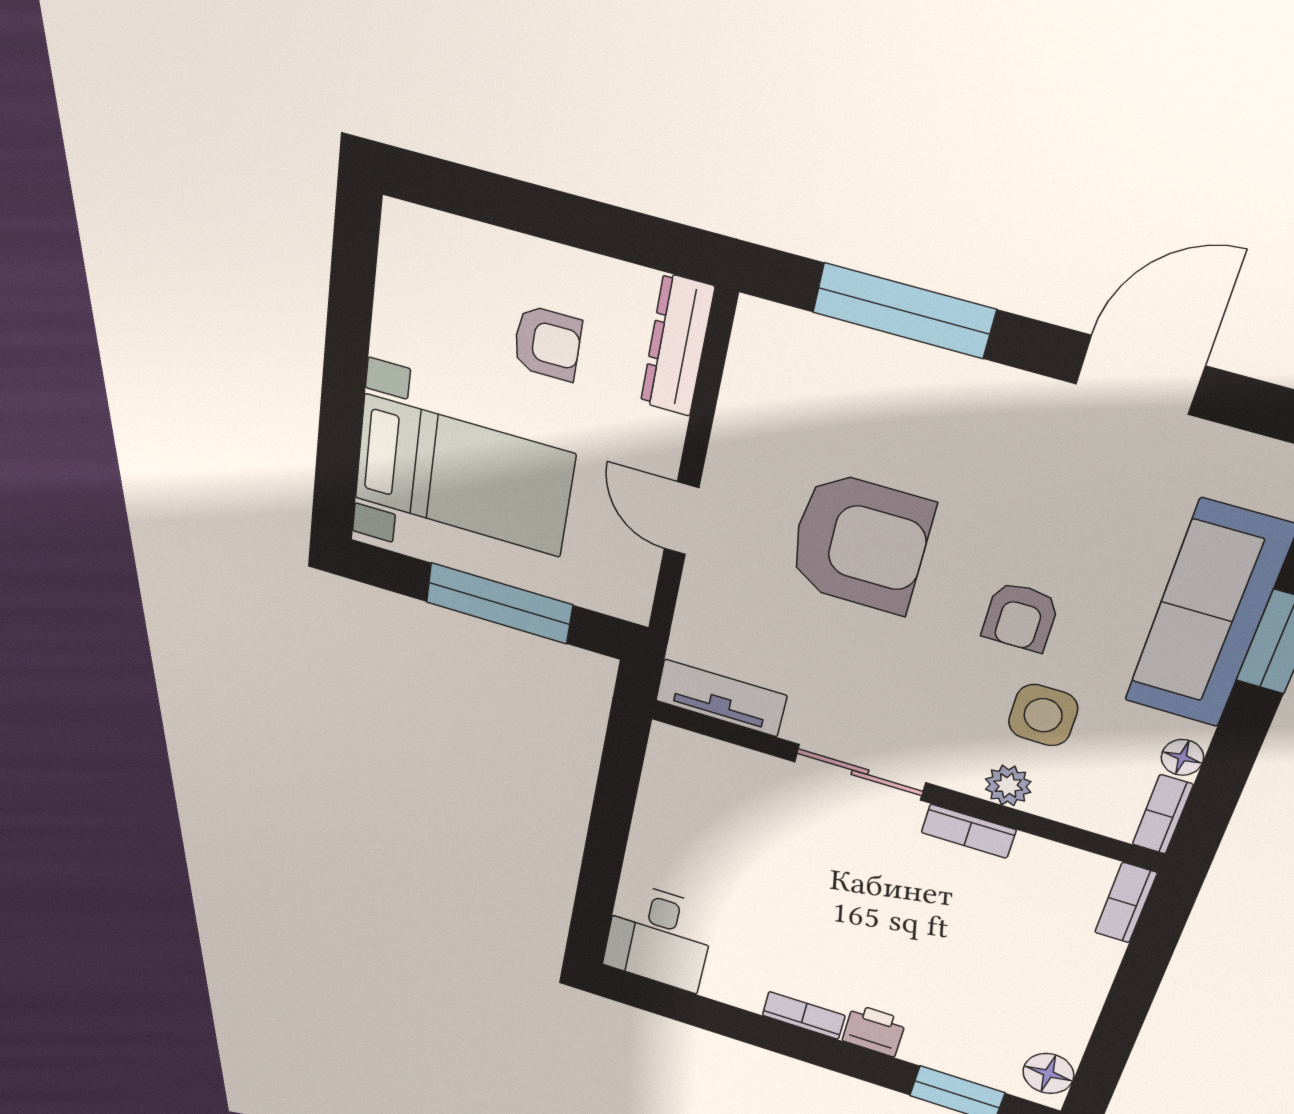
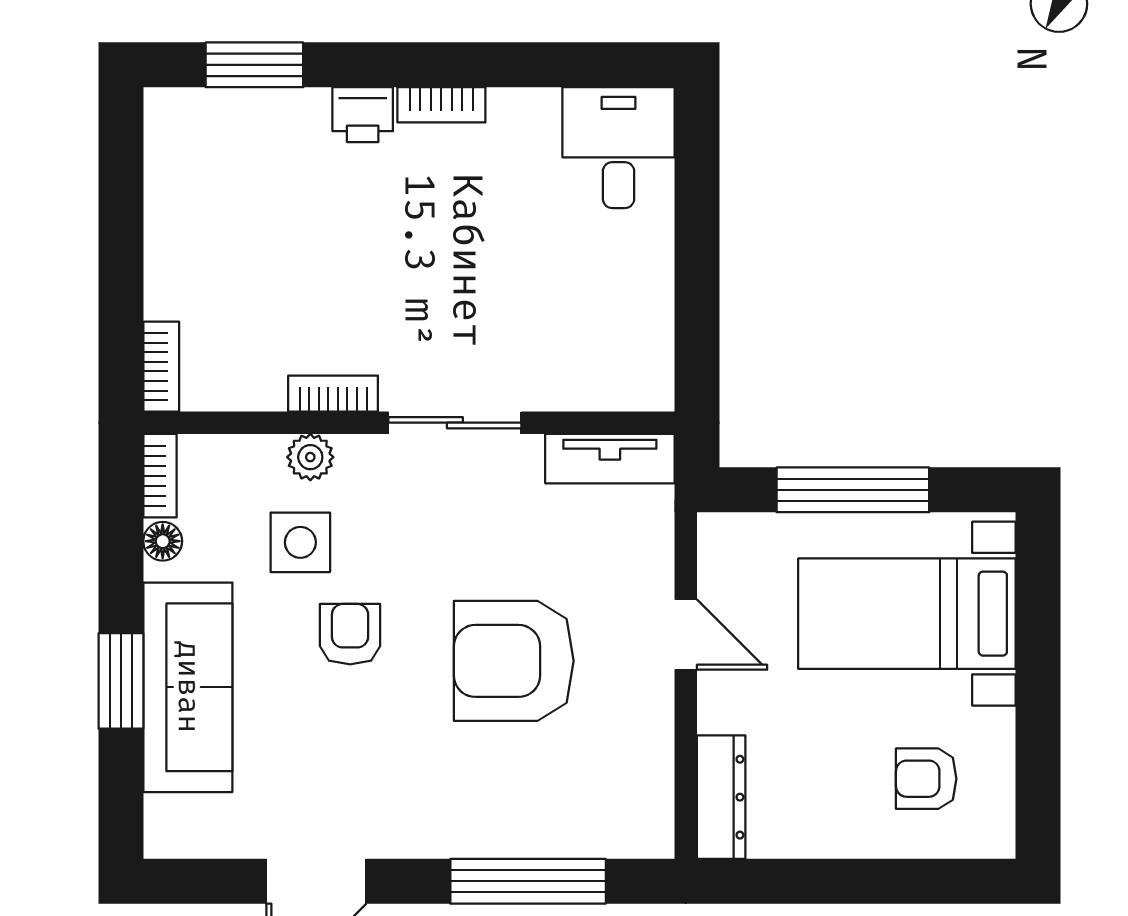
armchair: (547, 343) -> (926, 779), moved
floor lamp: (1048, 1074) -> (170, 131), removed

